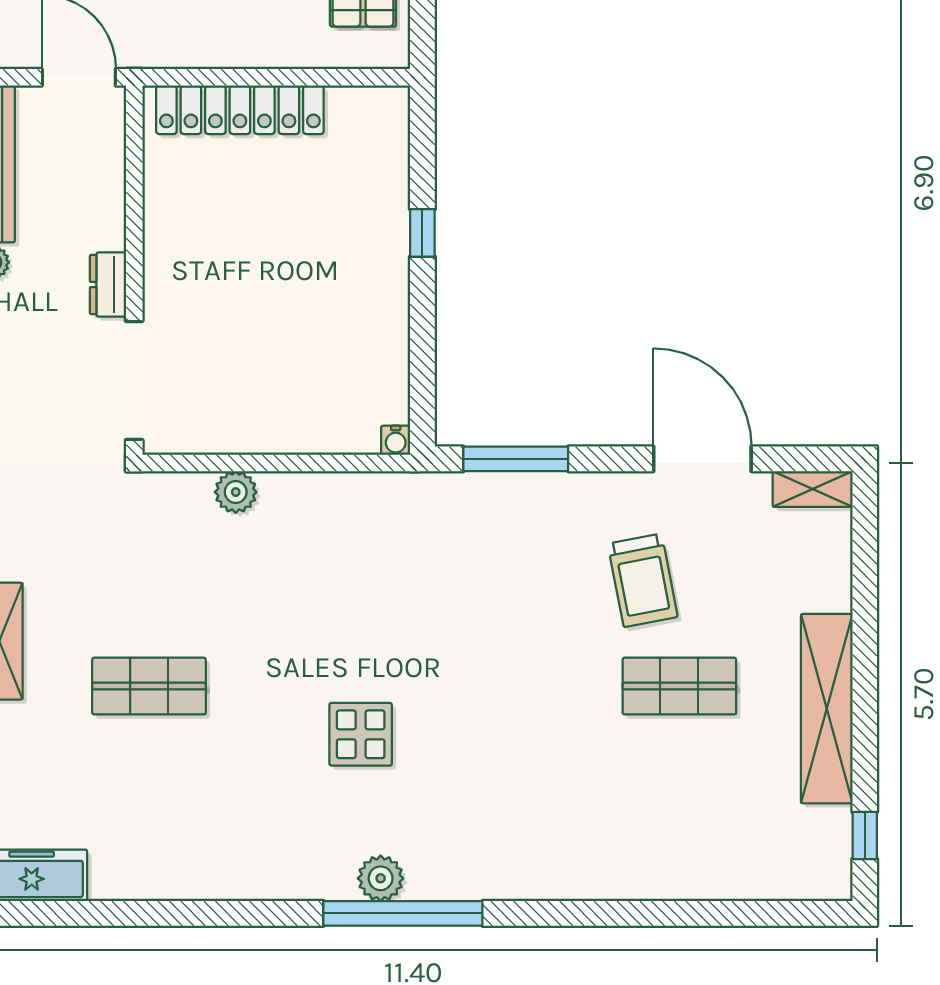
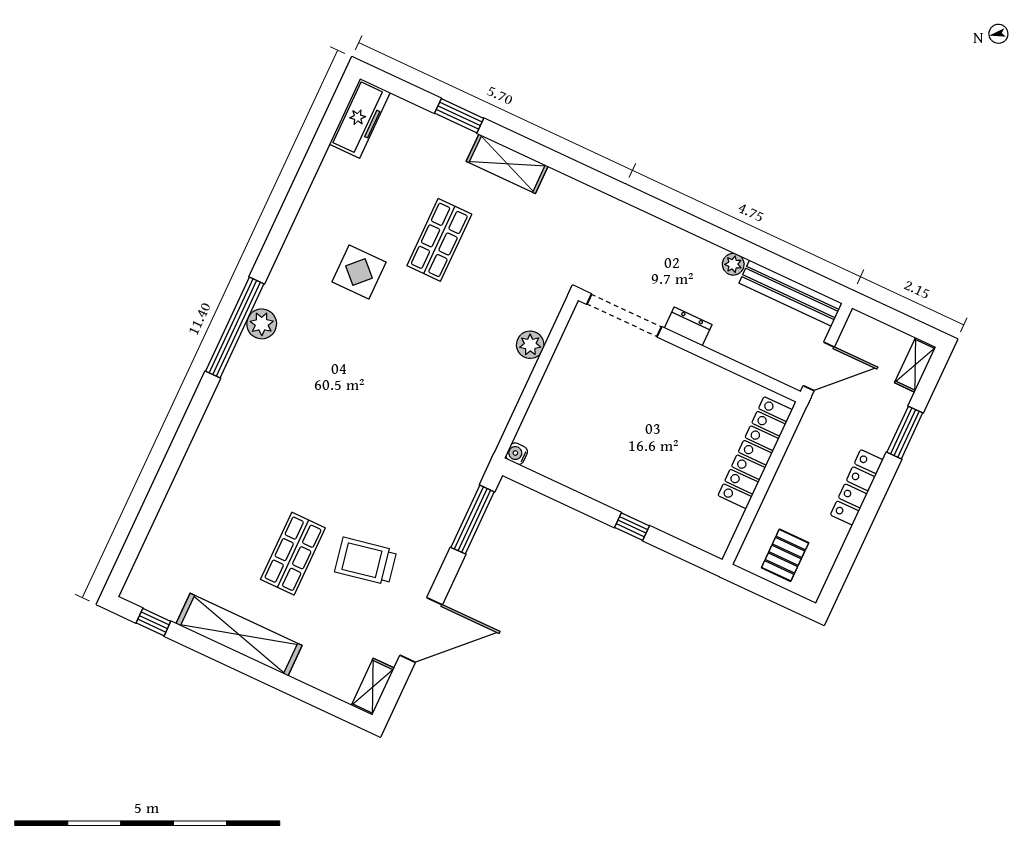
display table: (361, 734) -> (359, 272), moved

